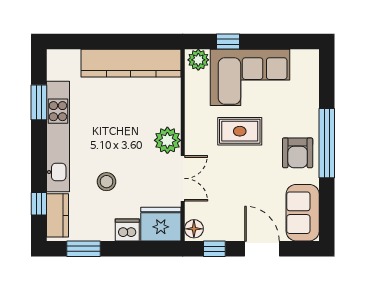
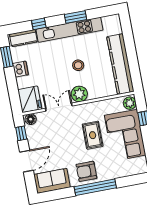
window: (39, 102) -> (75, 17), moved
double door: (183, 178) -> (59, 107), swing flipped
stool: (107, 182) -> (78, 65), moved
window: (39, 204) -> (39, 24), moved
dishwasher: (127, 230) -> (20, 69), moved

